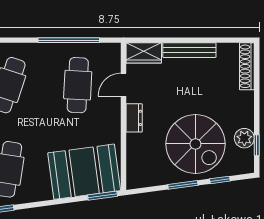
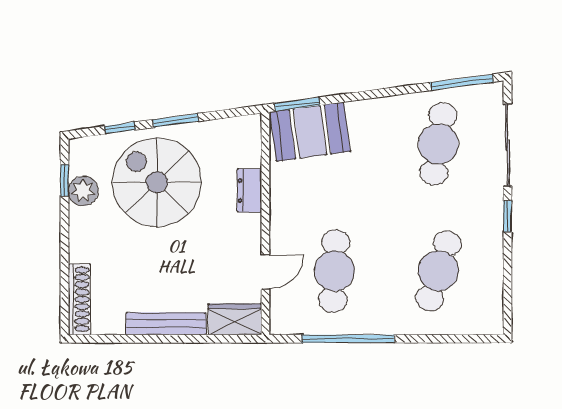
dresser: (134, 118) -> (249, 191), moved
booth: (84, 172) -> (310, 132), width x0.73, depth x0.70

